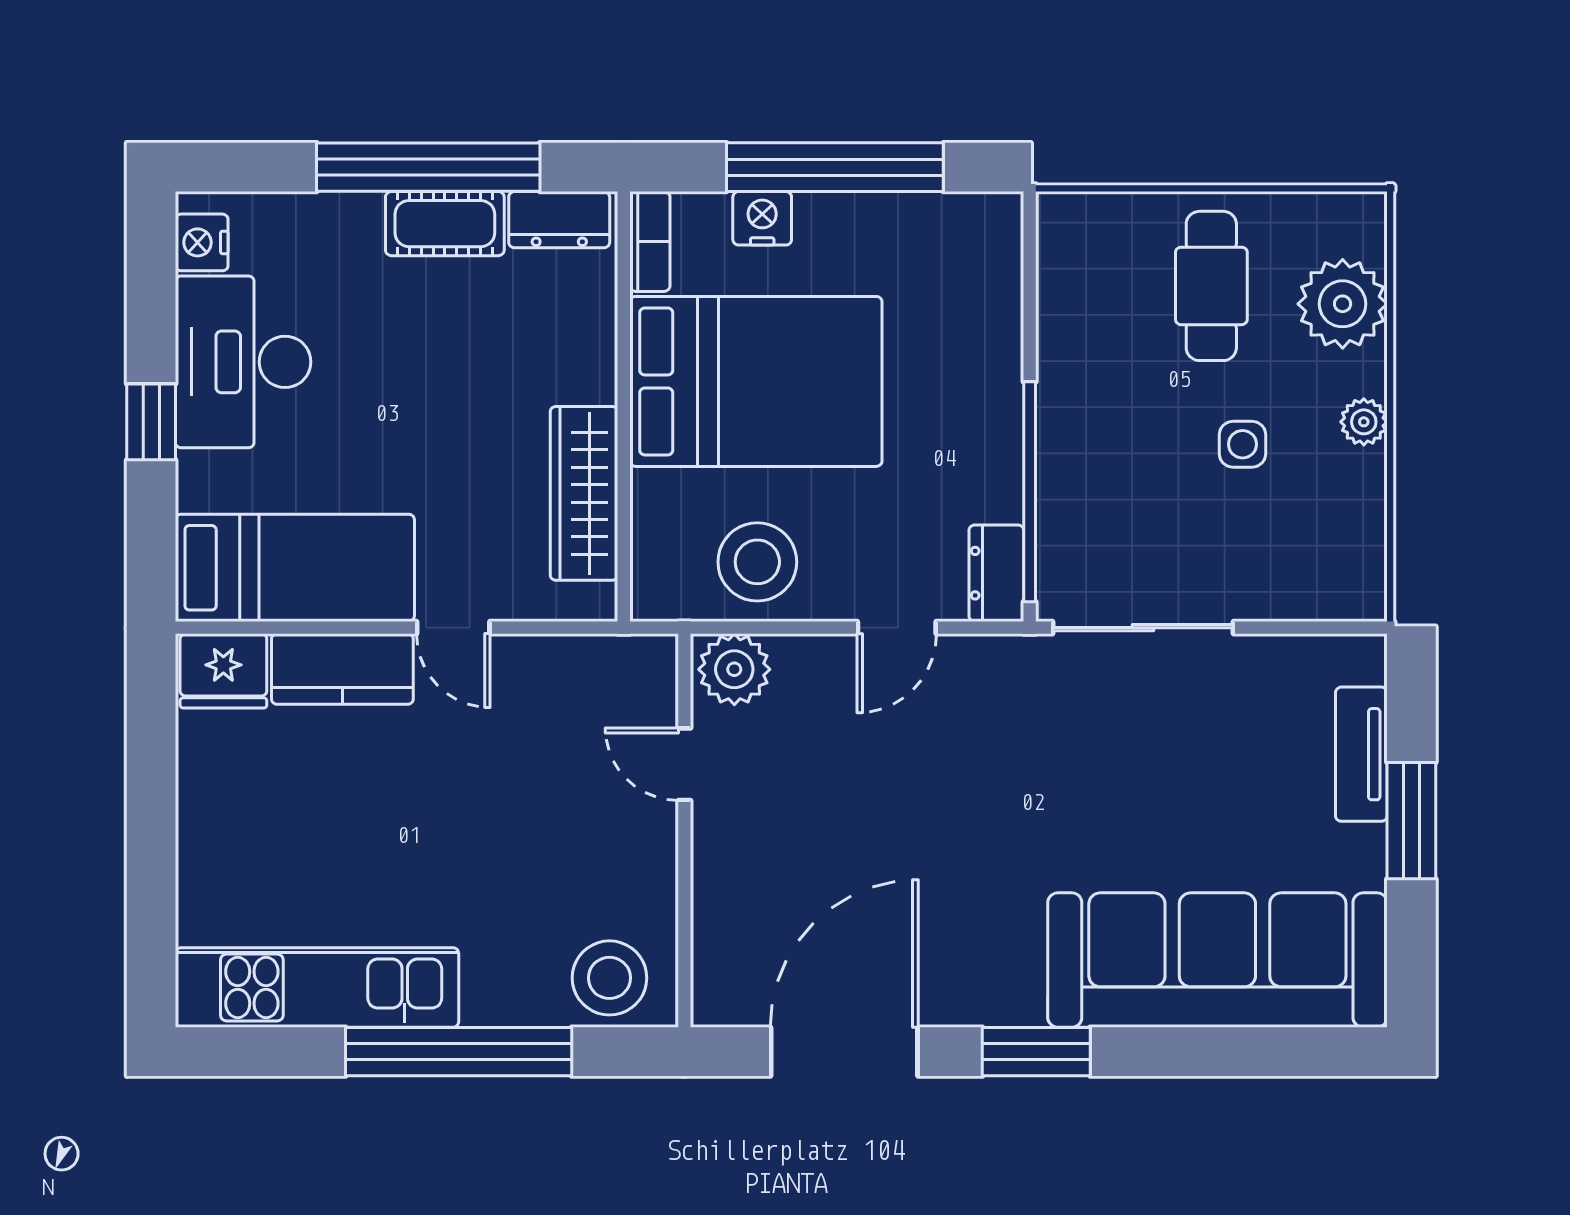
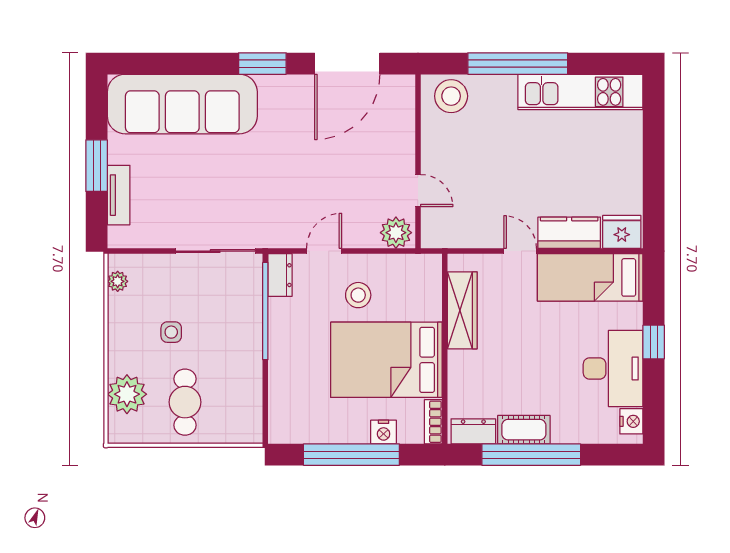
plant: (1364, 422) -> (118, 281), moved
stool: (757, 562) -> (358, 295), moved, width x0.73, depth x0.73

